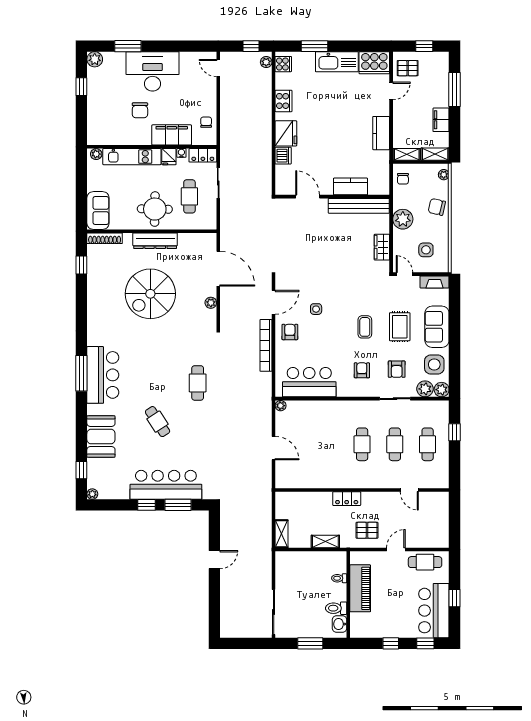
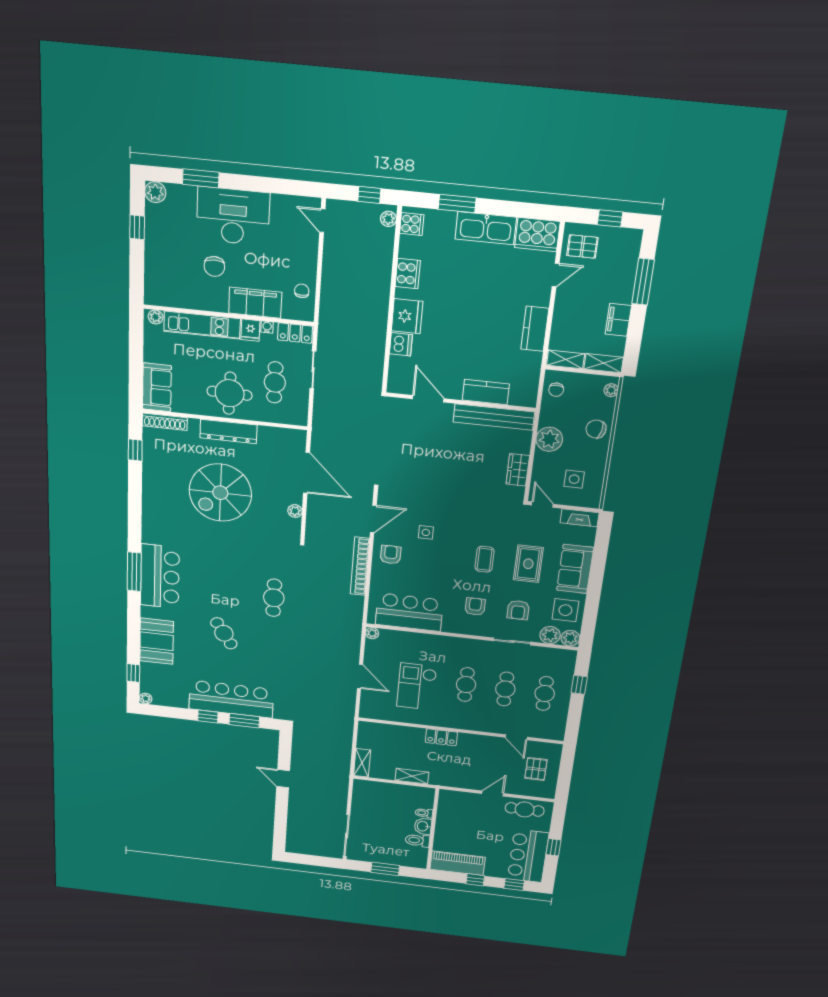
checkout: (322, 452) -> (417, 687), added
pallet: (367, 530) -> (536, 769), moved, turned 90
door: (214, 560) -> (283, 779), swing flipped
piano: (360, 588) -> (458, 863), moved, turned -90
washbasin: (339, 624) -> (423, 826), moved

